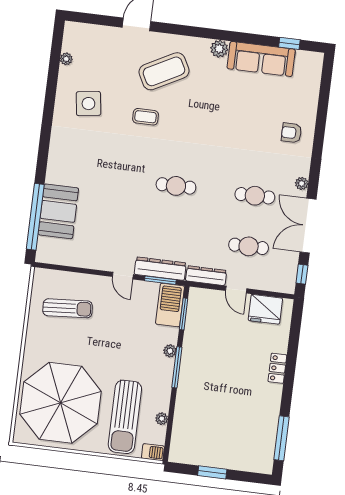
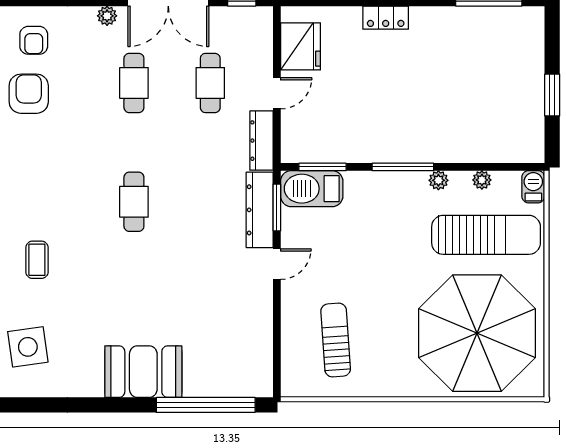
armchair: (256, 125) -> (29, 94), added
booth: (58, 211) -> (143, 372), moved
plant: (170, 351) -> (438, 180), moved

